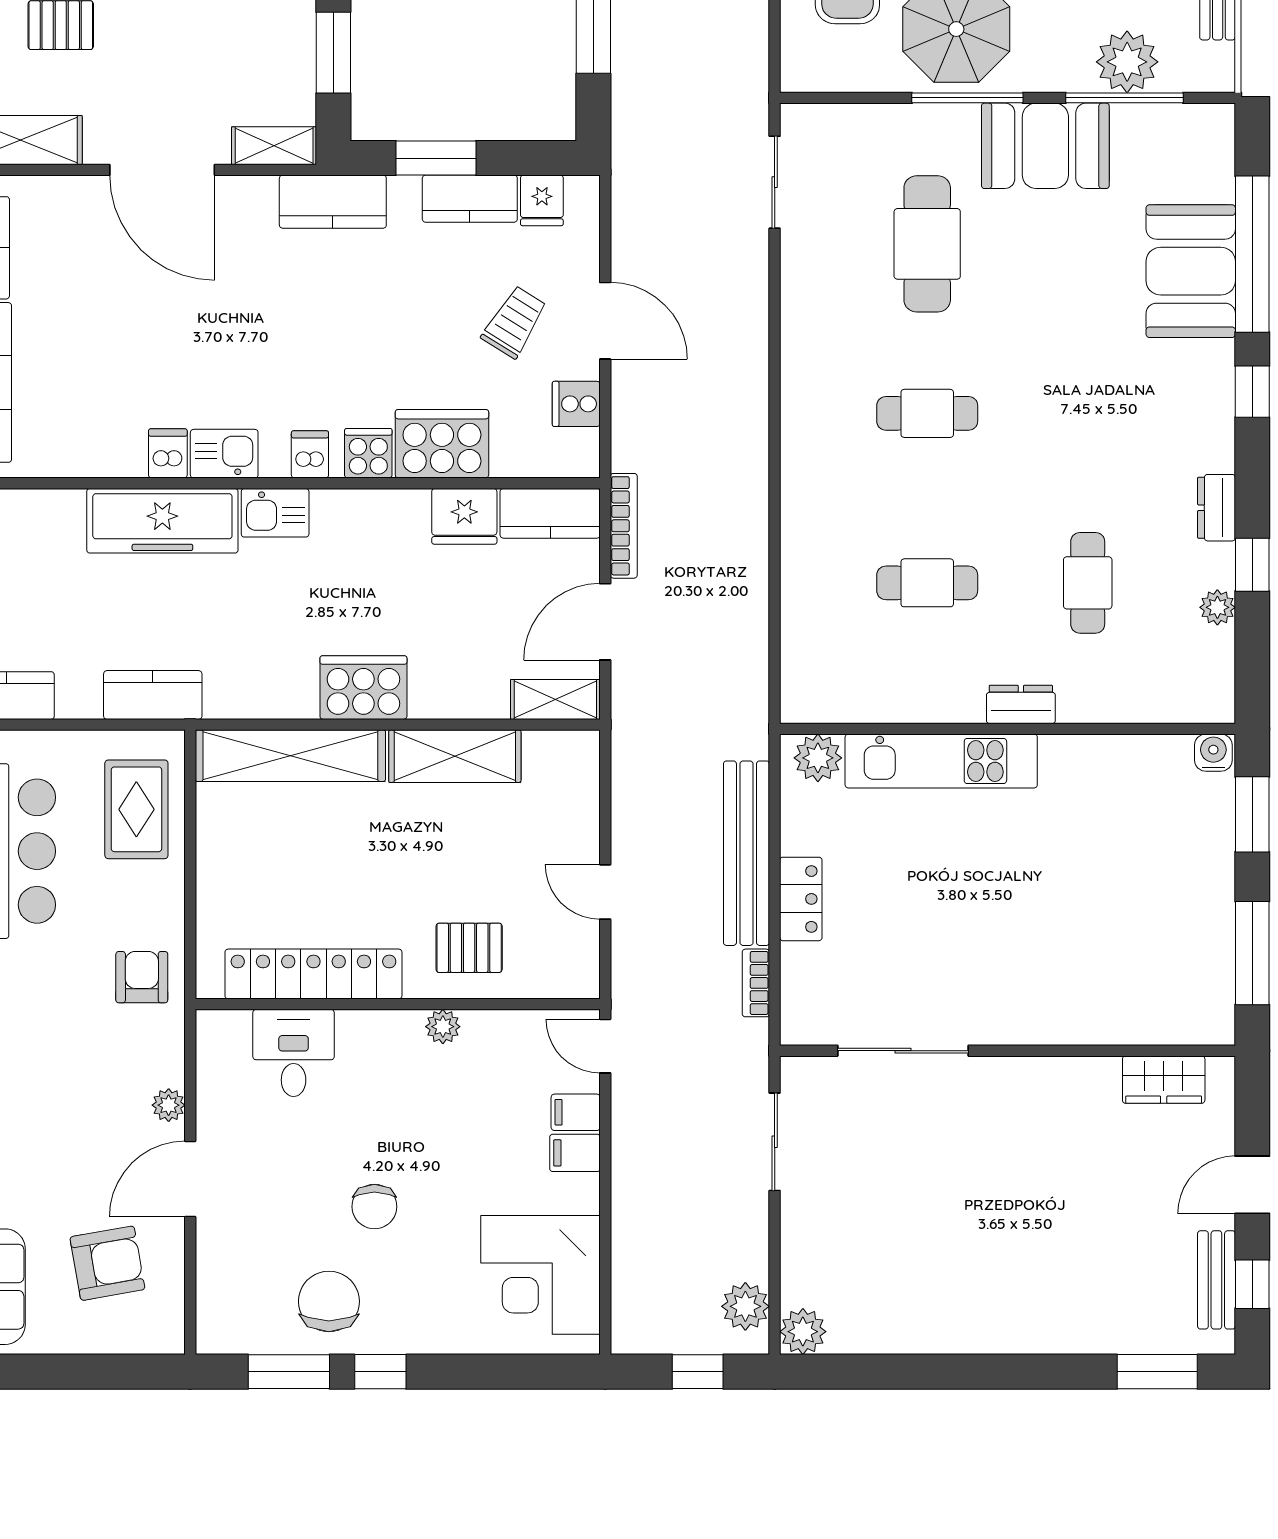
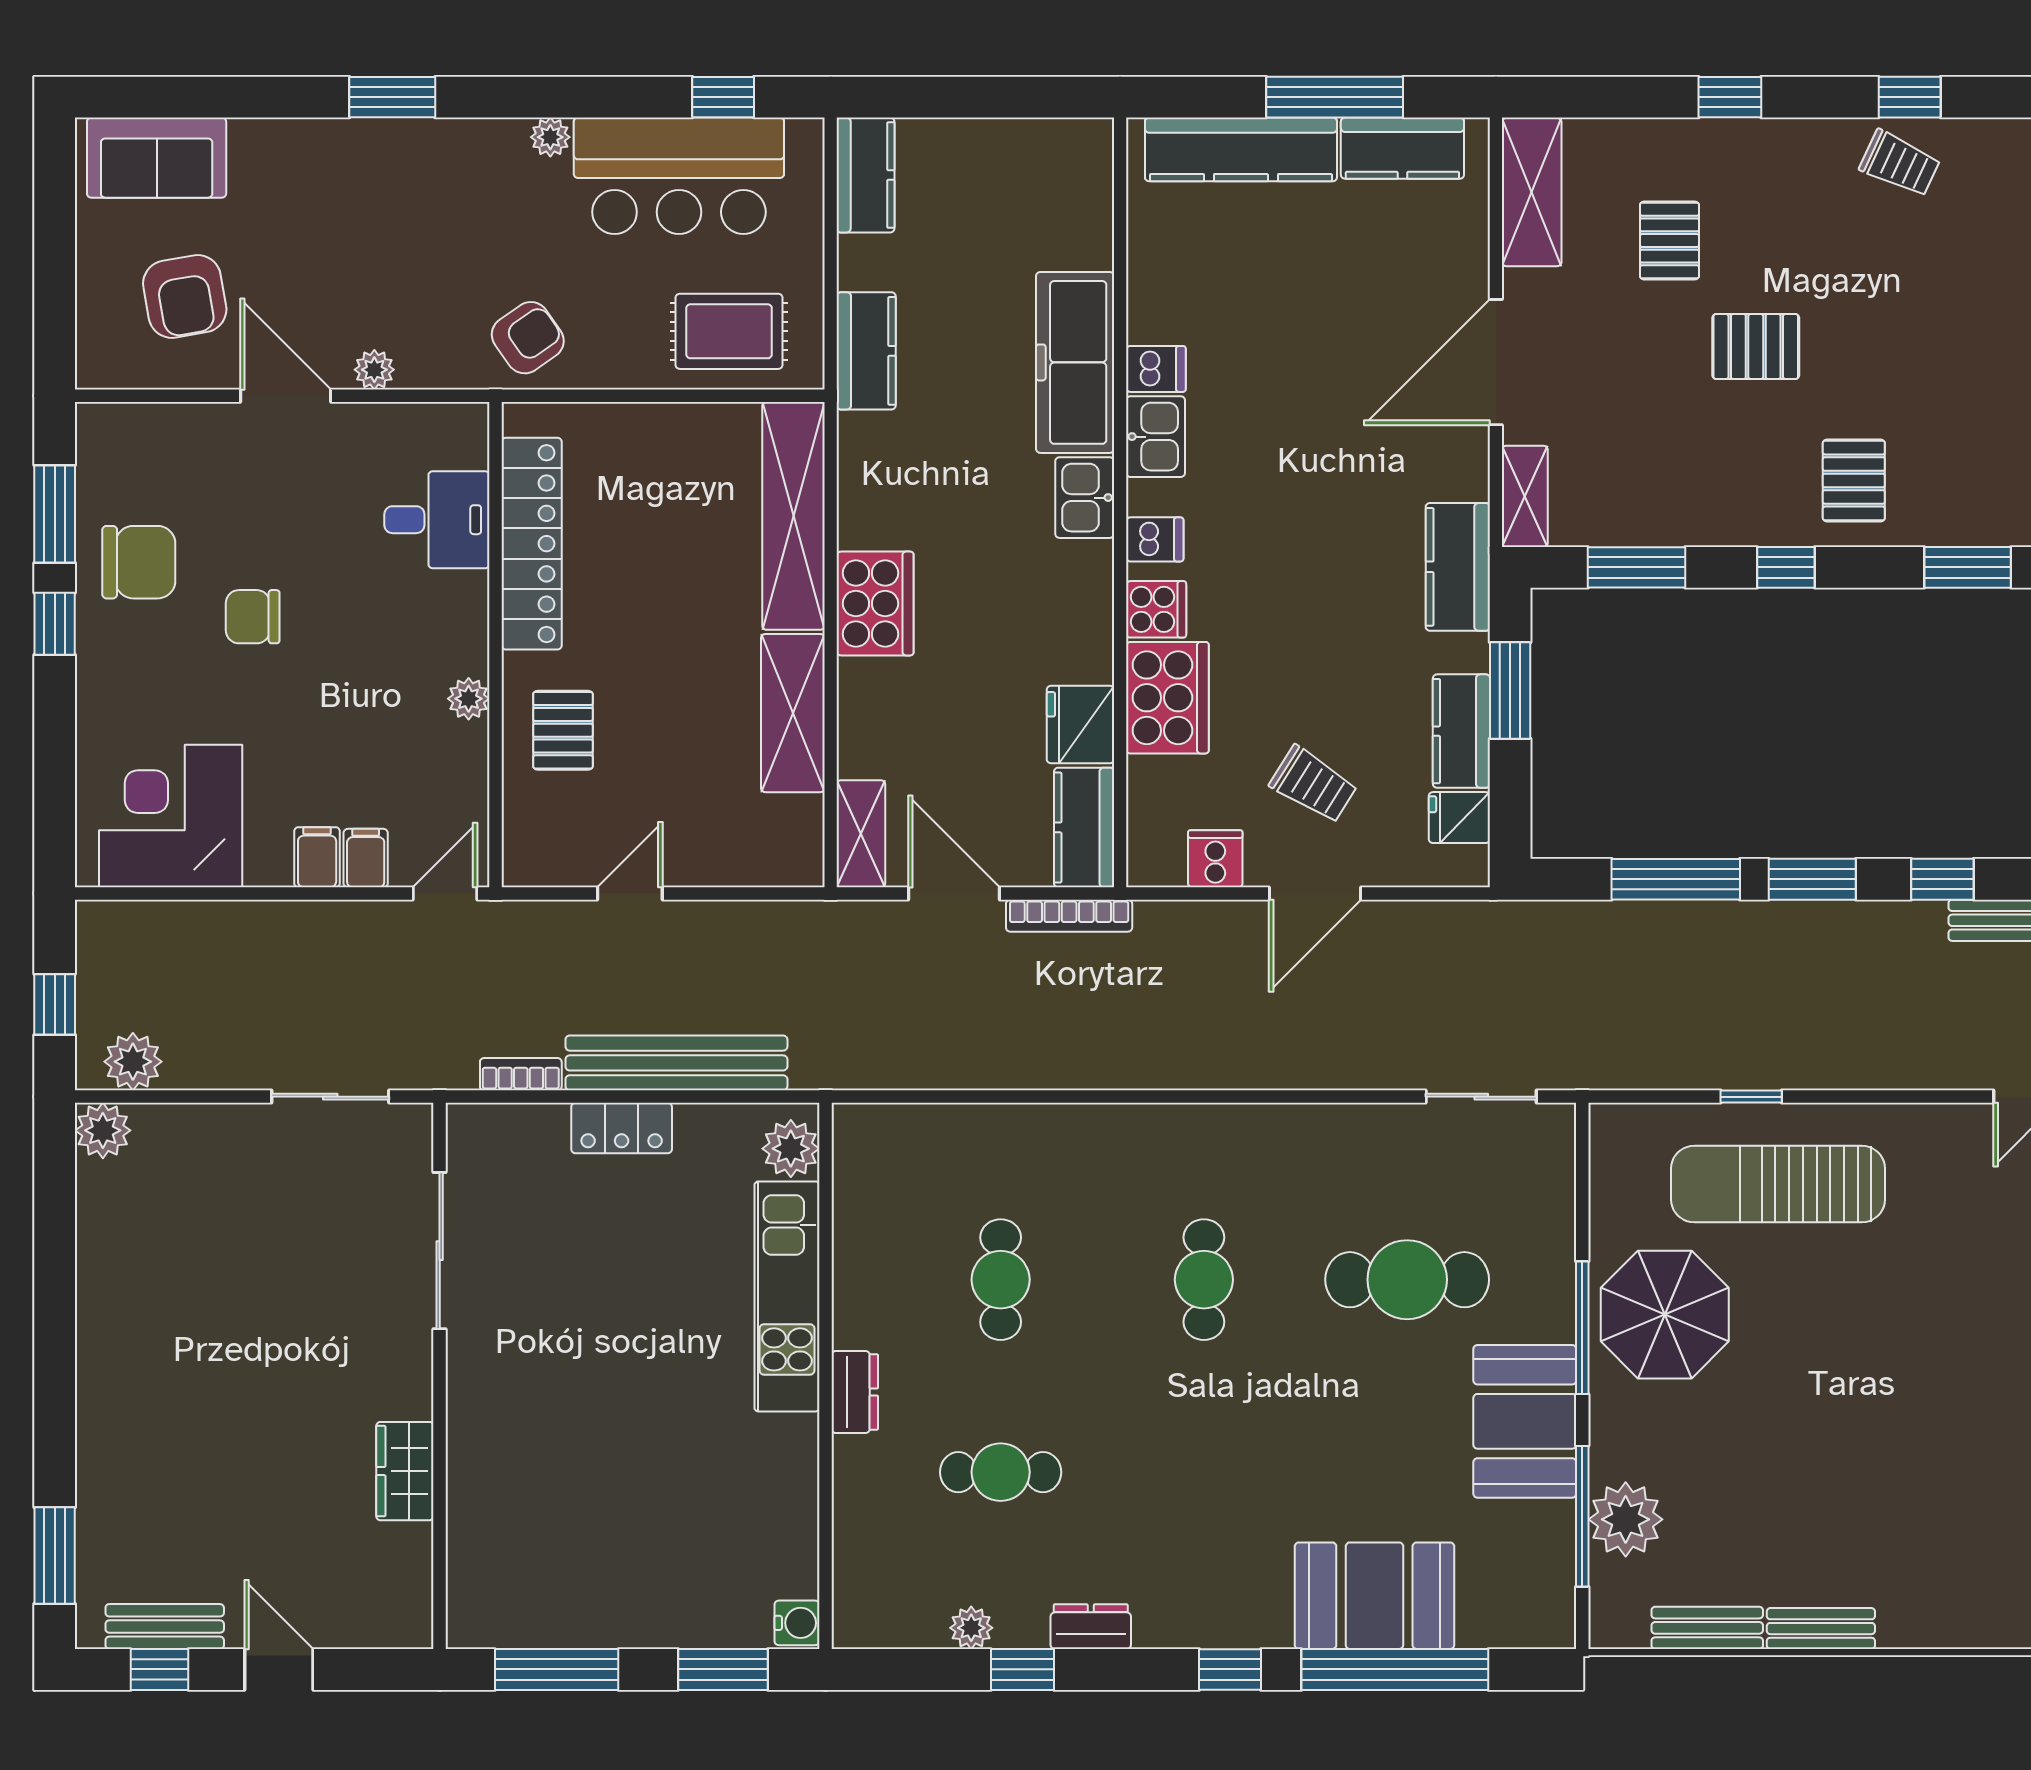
armchair: (142, 977) -> (528, 338), turned -35
wardrobe: (1164, 1080) -> (405, 1471), moved

